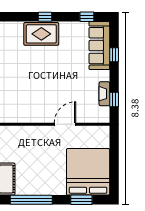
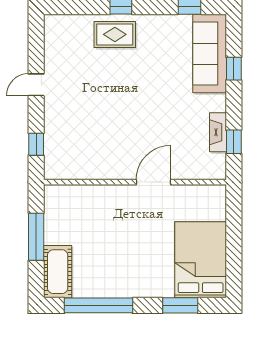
rug: (41, 34) -> (115, 34), width x0.73, depth x0.70
bed: (88, 172) -> (201, 260), width x0.73

